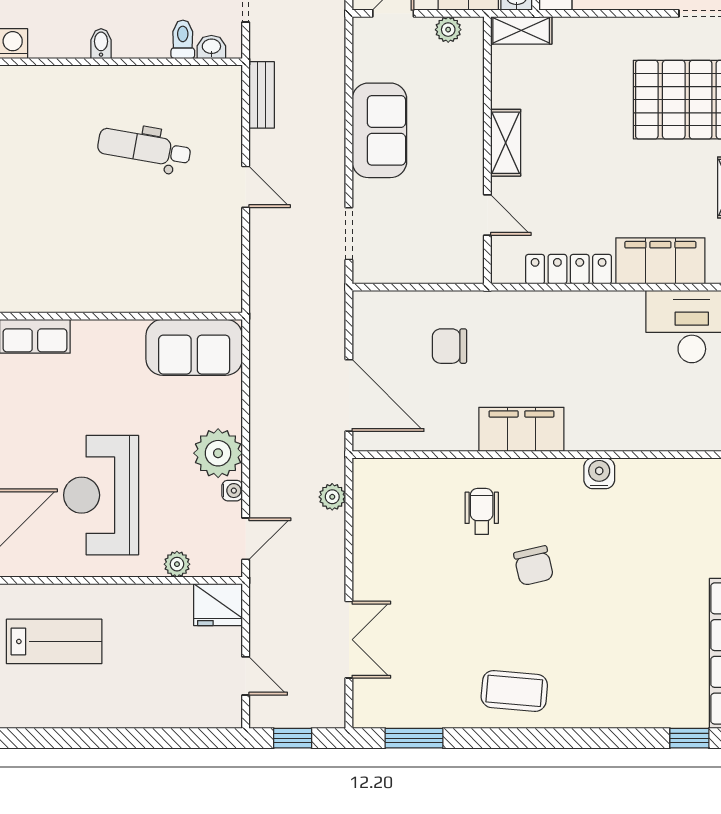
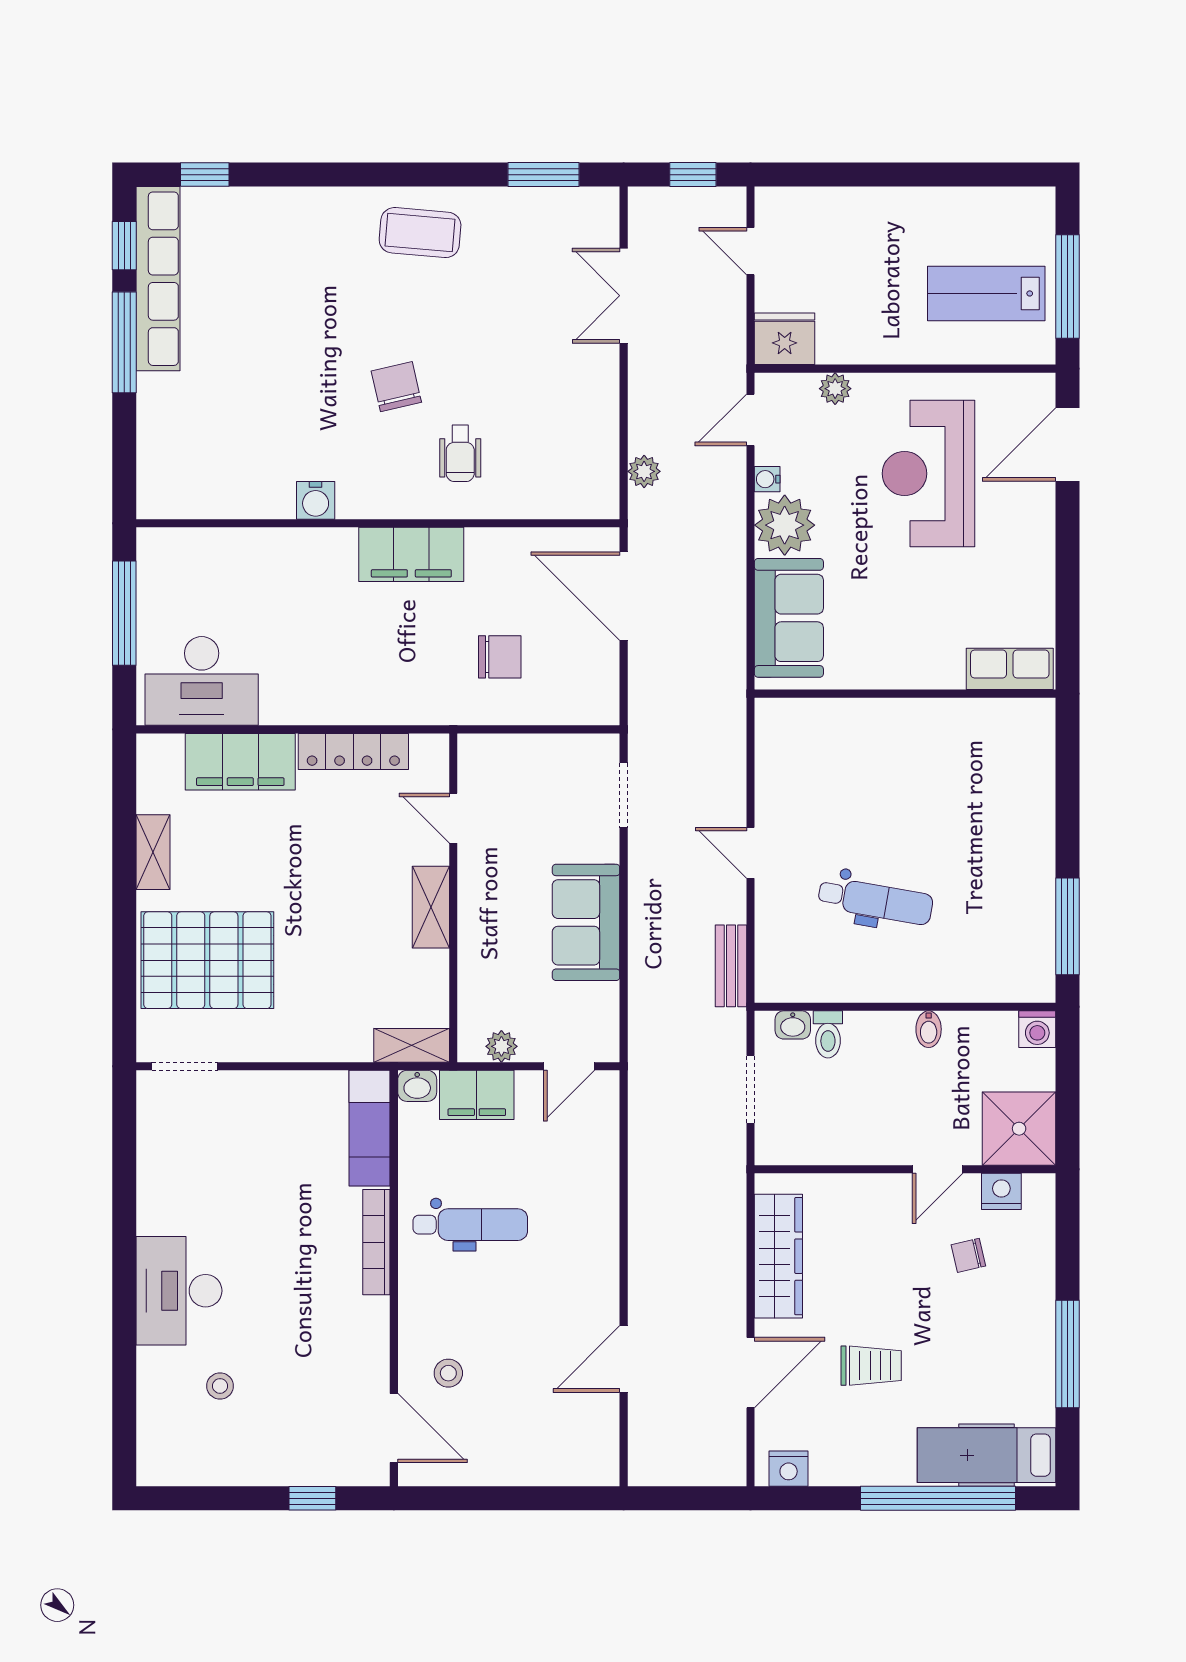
sofa: (194, 347) -> (789, 618), moved, turned 90
reception desk: (101, 495) -> (928, 474), turned 180

